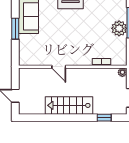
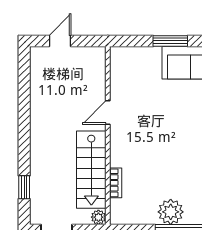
stairs: (69, 105) -> (91, 170), moved, turned 180

